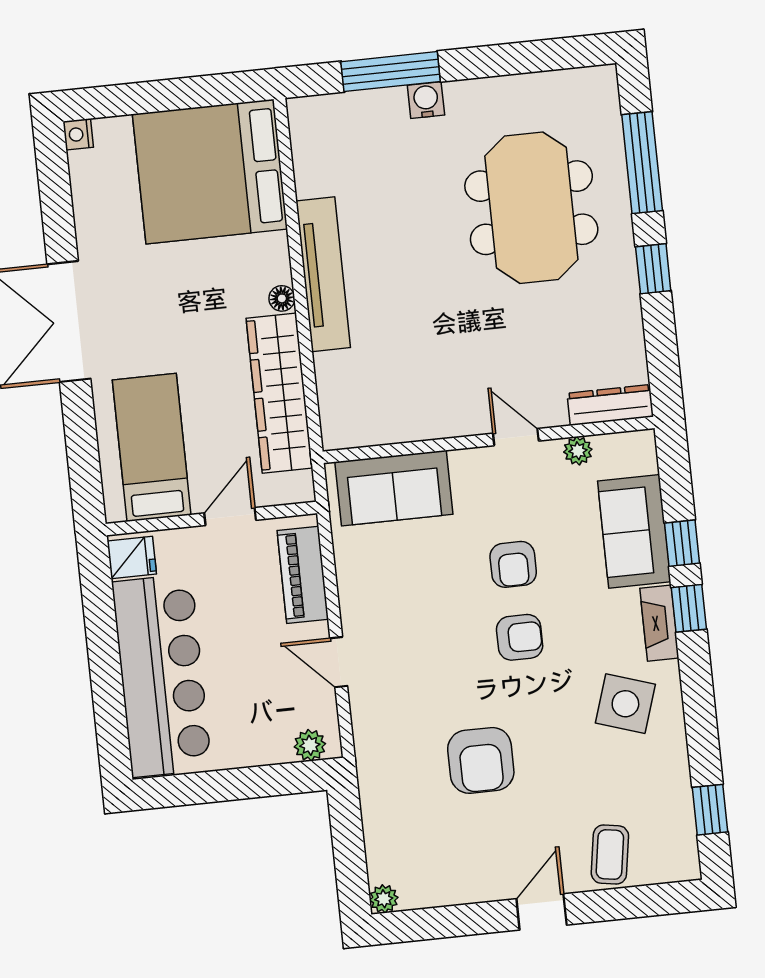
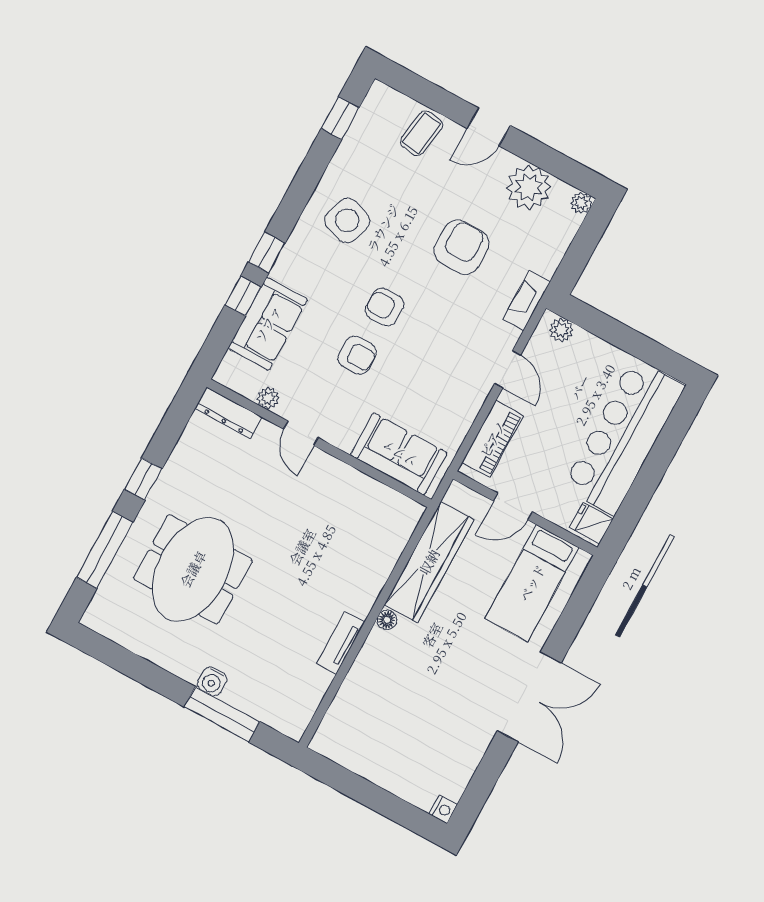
bed: (210, 172) -> (377, 730), removed
tv unit: (323, 274) -> (341, 643), width x0.52, depth x0.78
armchair: (513, 564) -> (357, 355), turned 90
fireplace: (659, 623) -> (527, 300), moved, turned 180
plant: (453, 876) -> (529, 187), added

